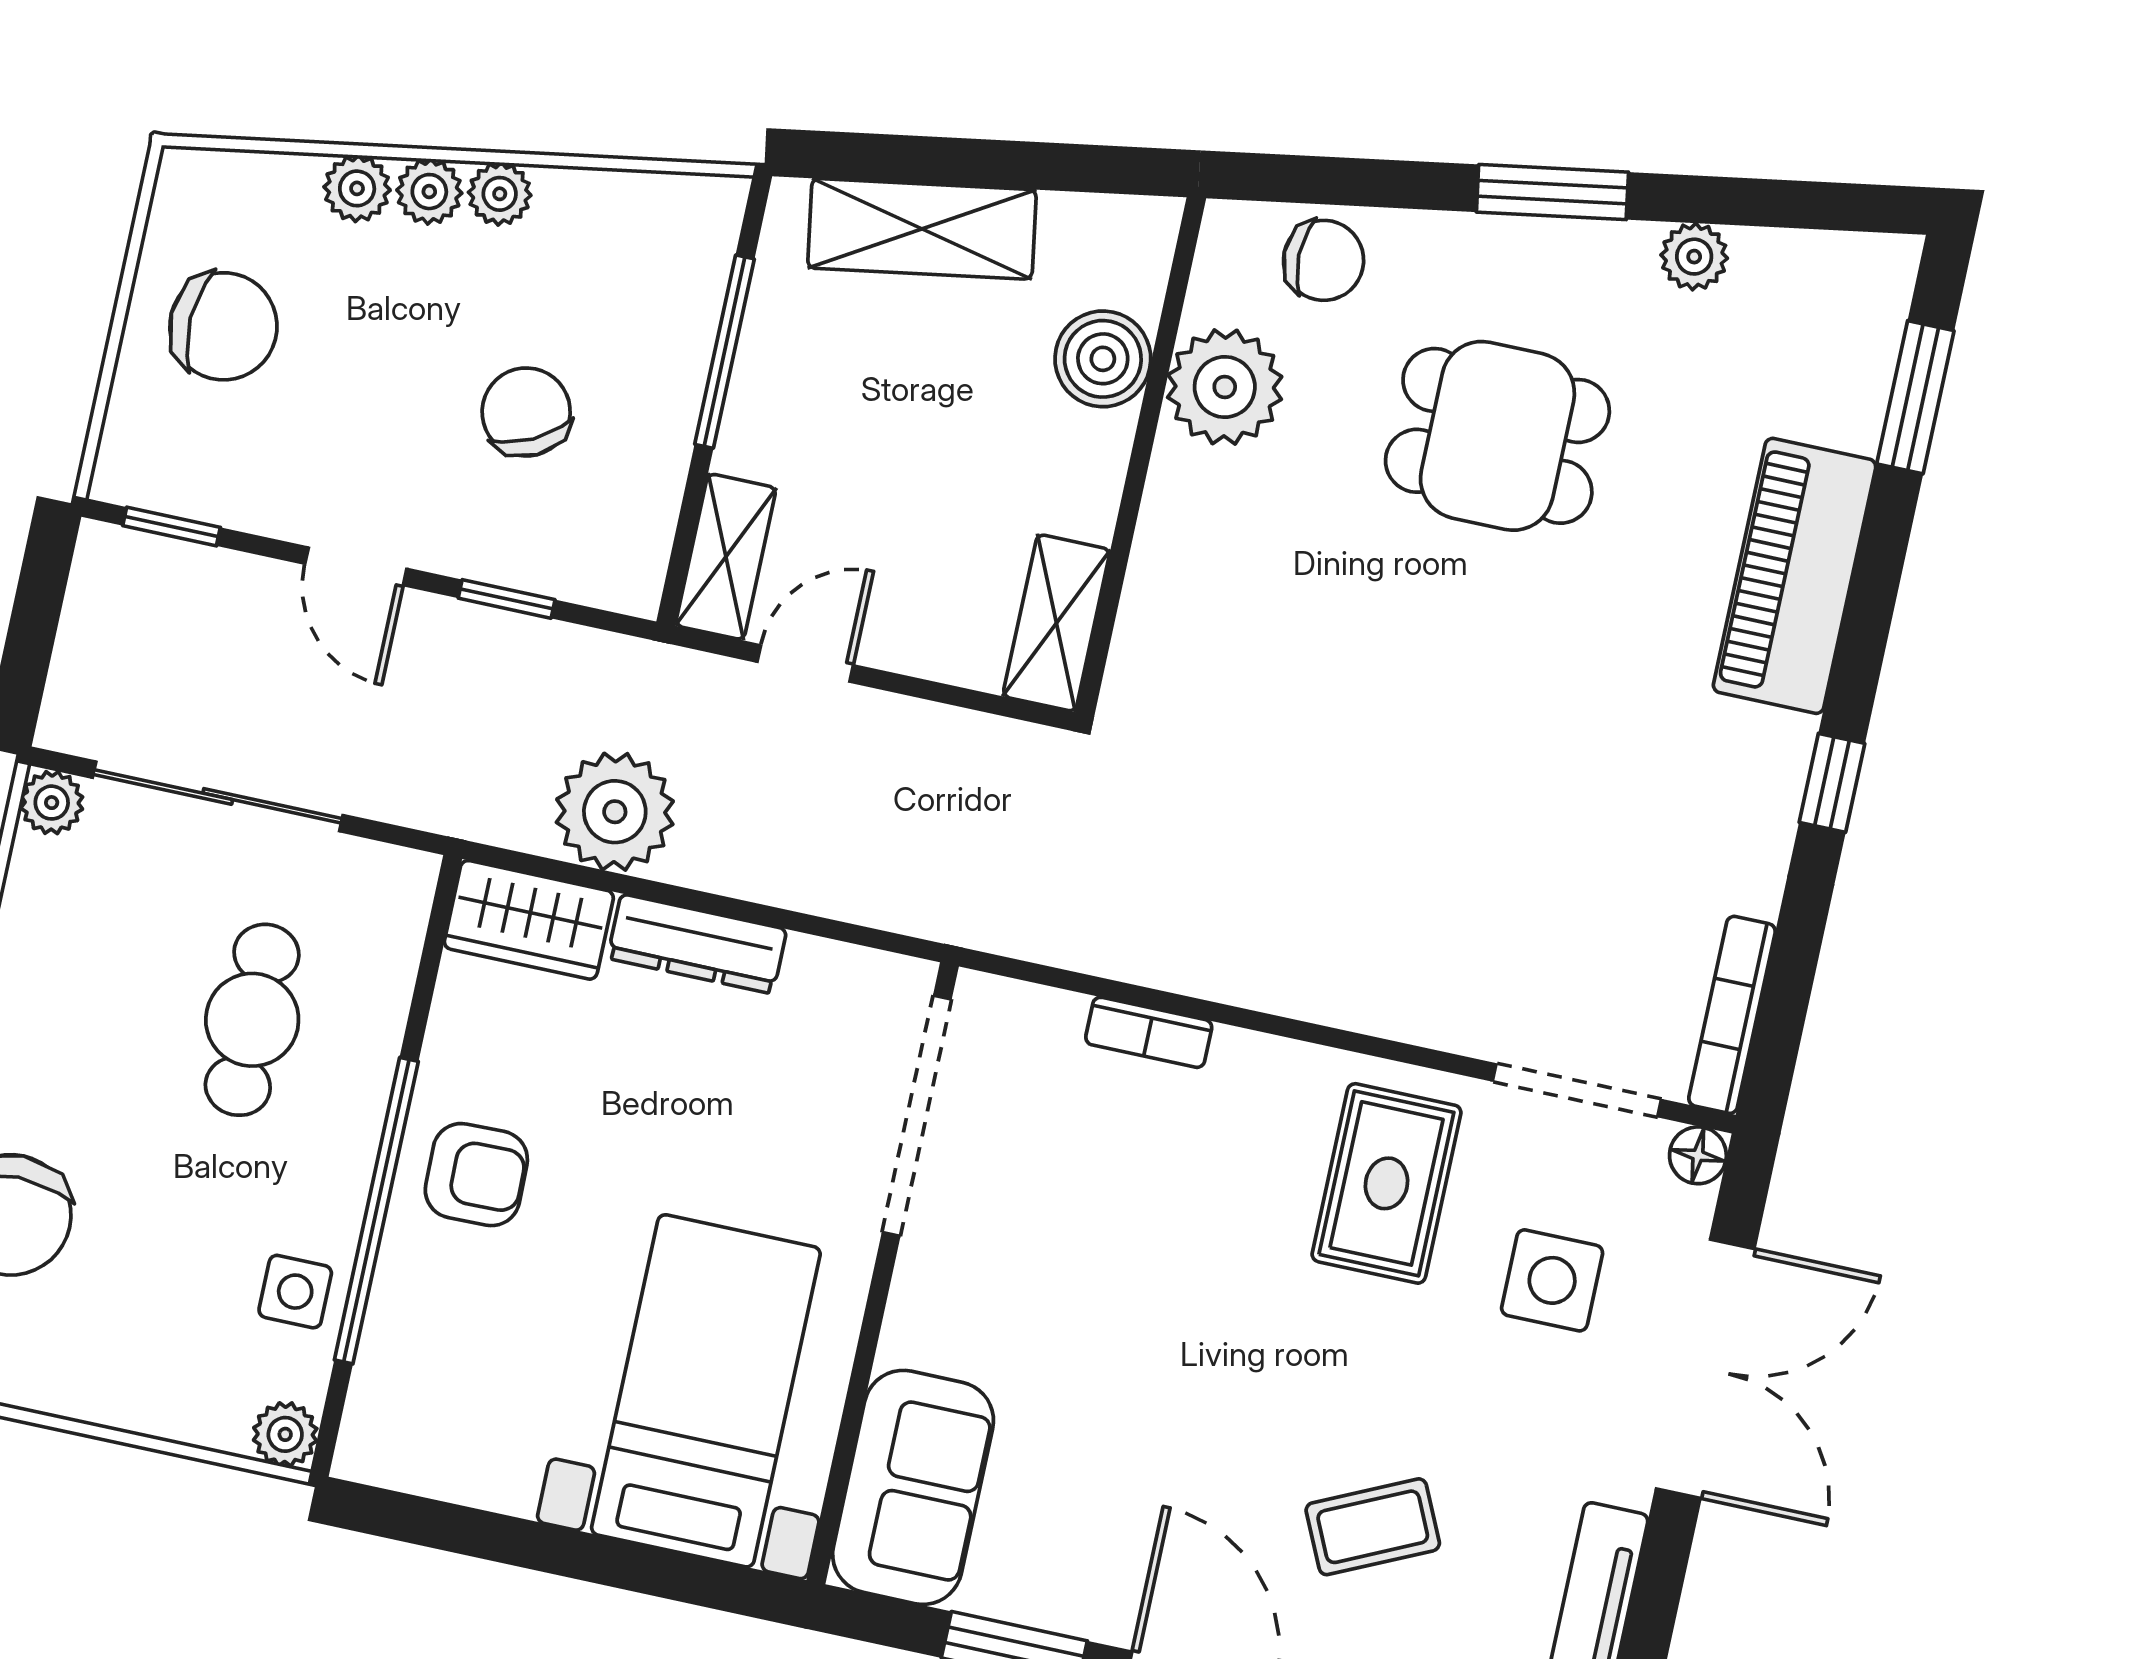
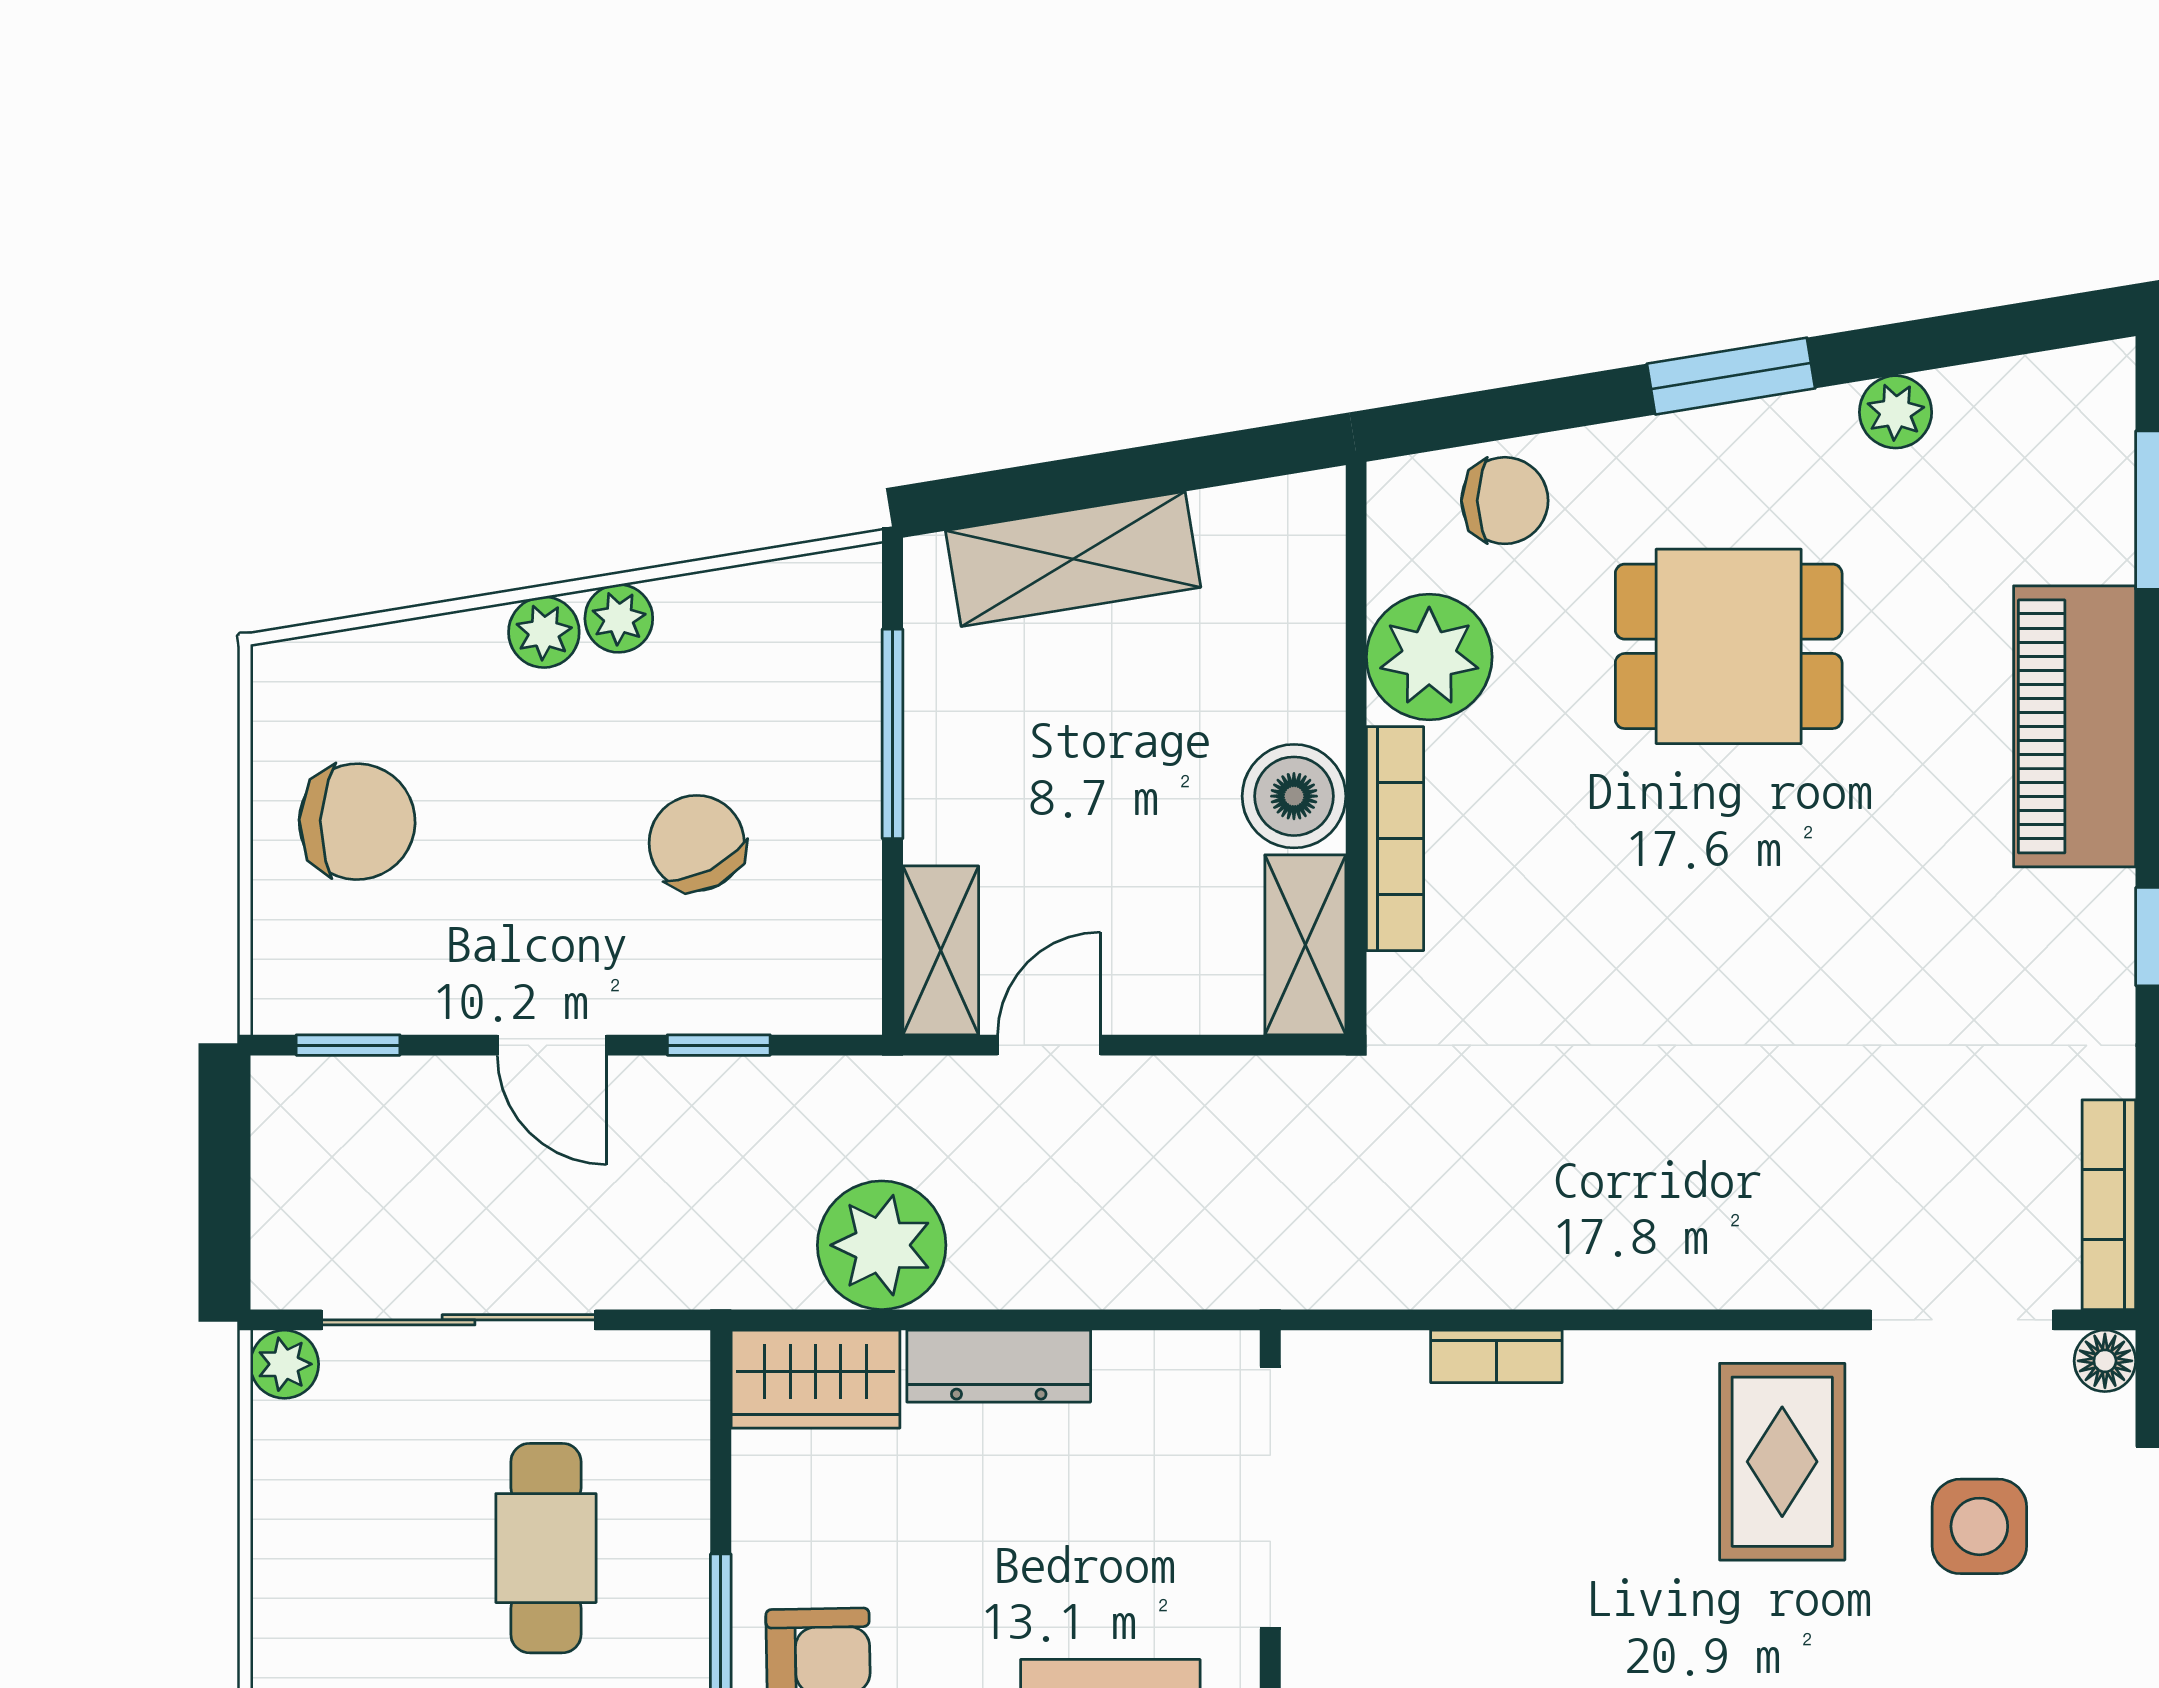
plant: (357, 188) -> (467, 645), removed
boiler: (1103, 359) -> (1294, 796), moved
bookcase: (1158, 544) -> (1395, 839), added

